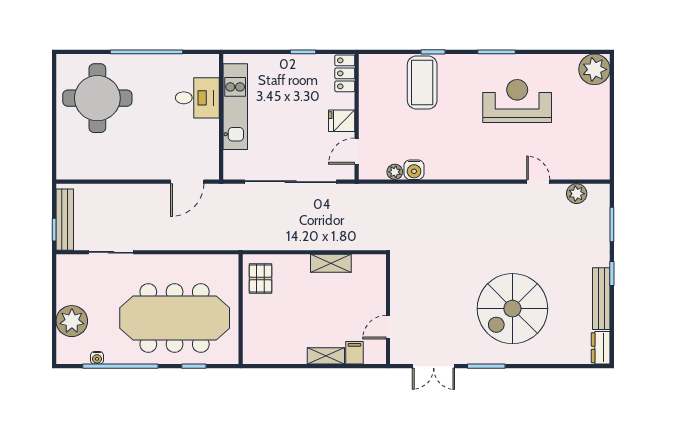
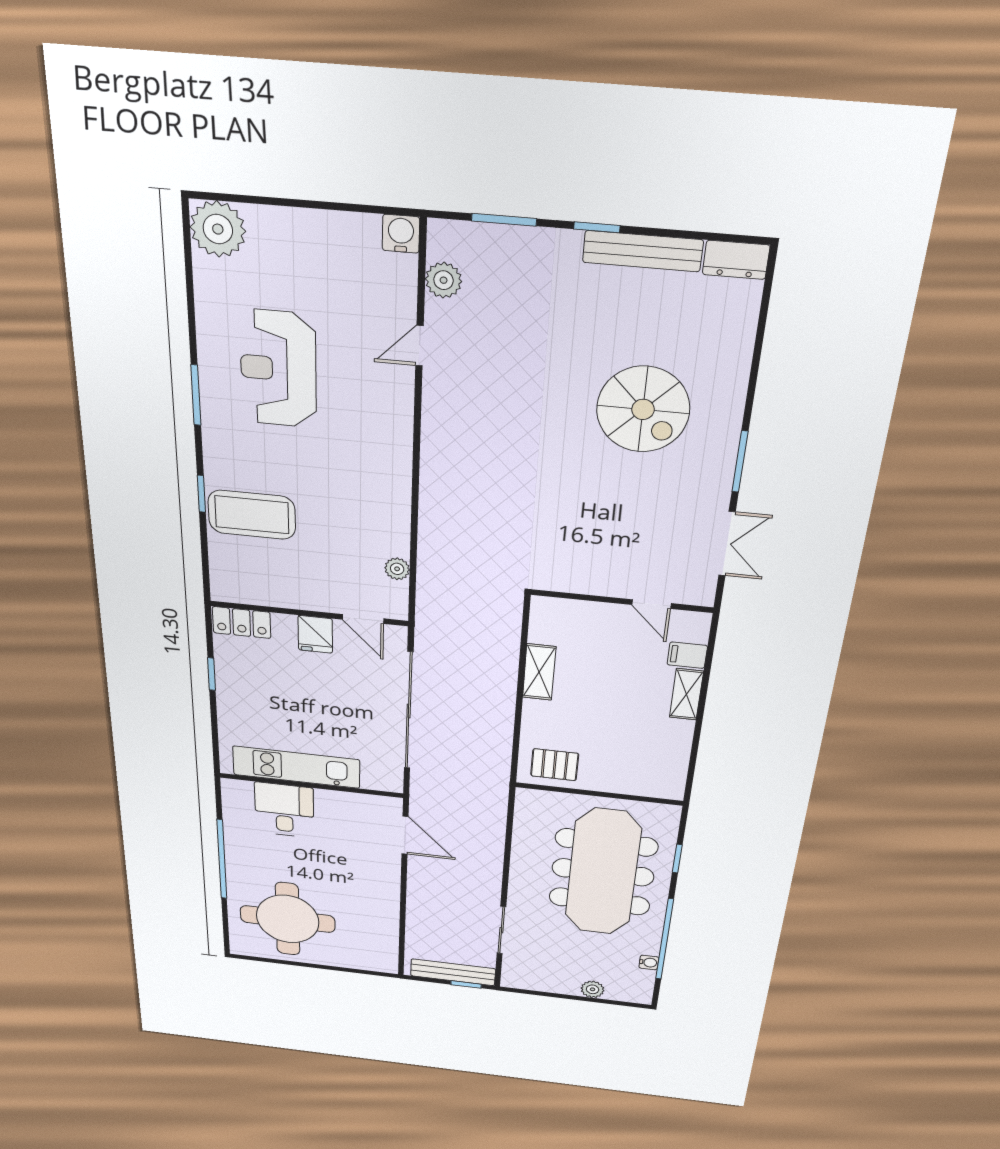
water cooler: (414, 170) -> (401, 234), moved, turned -90
spiral stairs: (512, 309) -> (643, 409), width x0.73, depth x0.73
plant: (72, 321) -> (593, 989), width x0.53, depth x0.53

